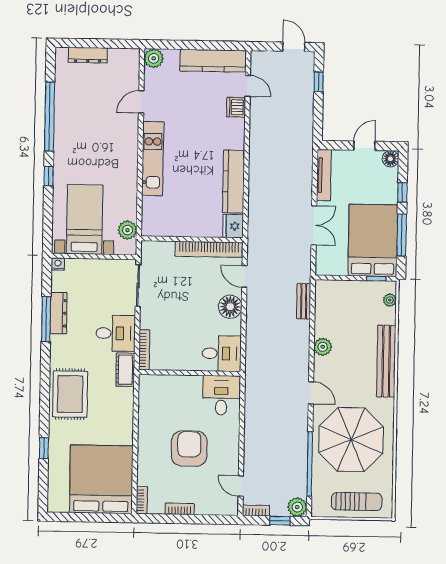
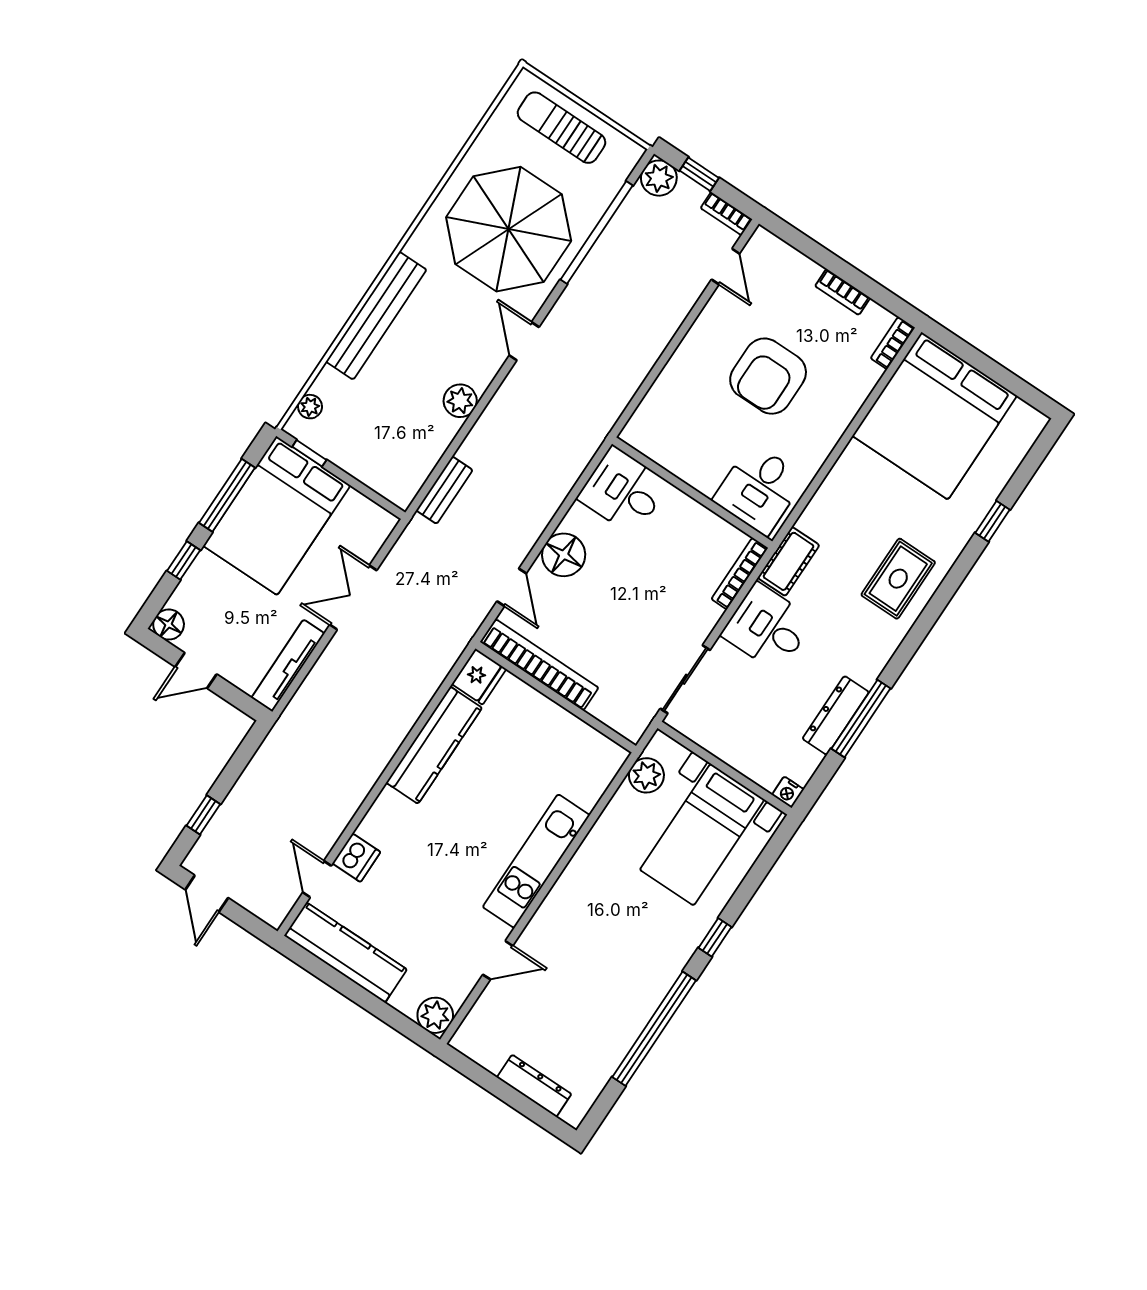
rug: (70, 394) -> (898, 579), width x0.73, depth x0.70
desk: (221, 395) -> (759, 489), moved

